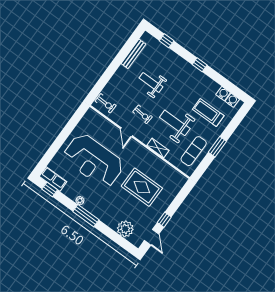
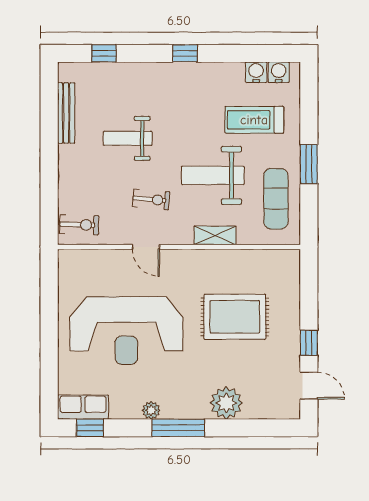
plant: (125, 229) -> (226, 403), moved

